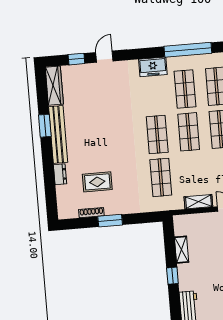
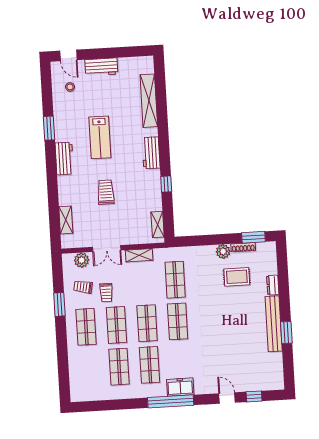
window: (188, 50) -> (171, 401), moved
door: (104, 57) -> (227, 398), swing flipped
wardrobe: (54, 86) -> (276, 371), removed
plant: (112, 208) -> (223, 251), added
window: (110, 221) -> (253, 237), moved
shelving: (182, 250) -> (158, 225), moved

